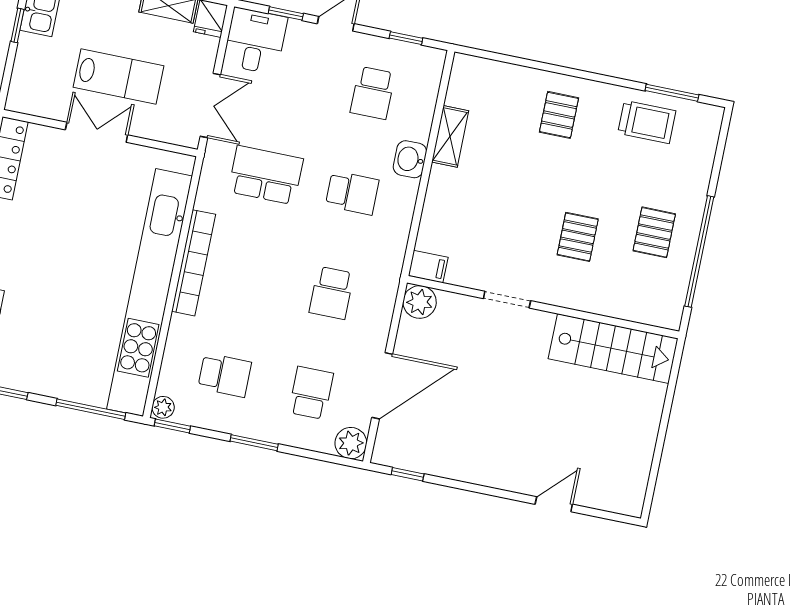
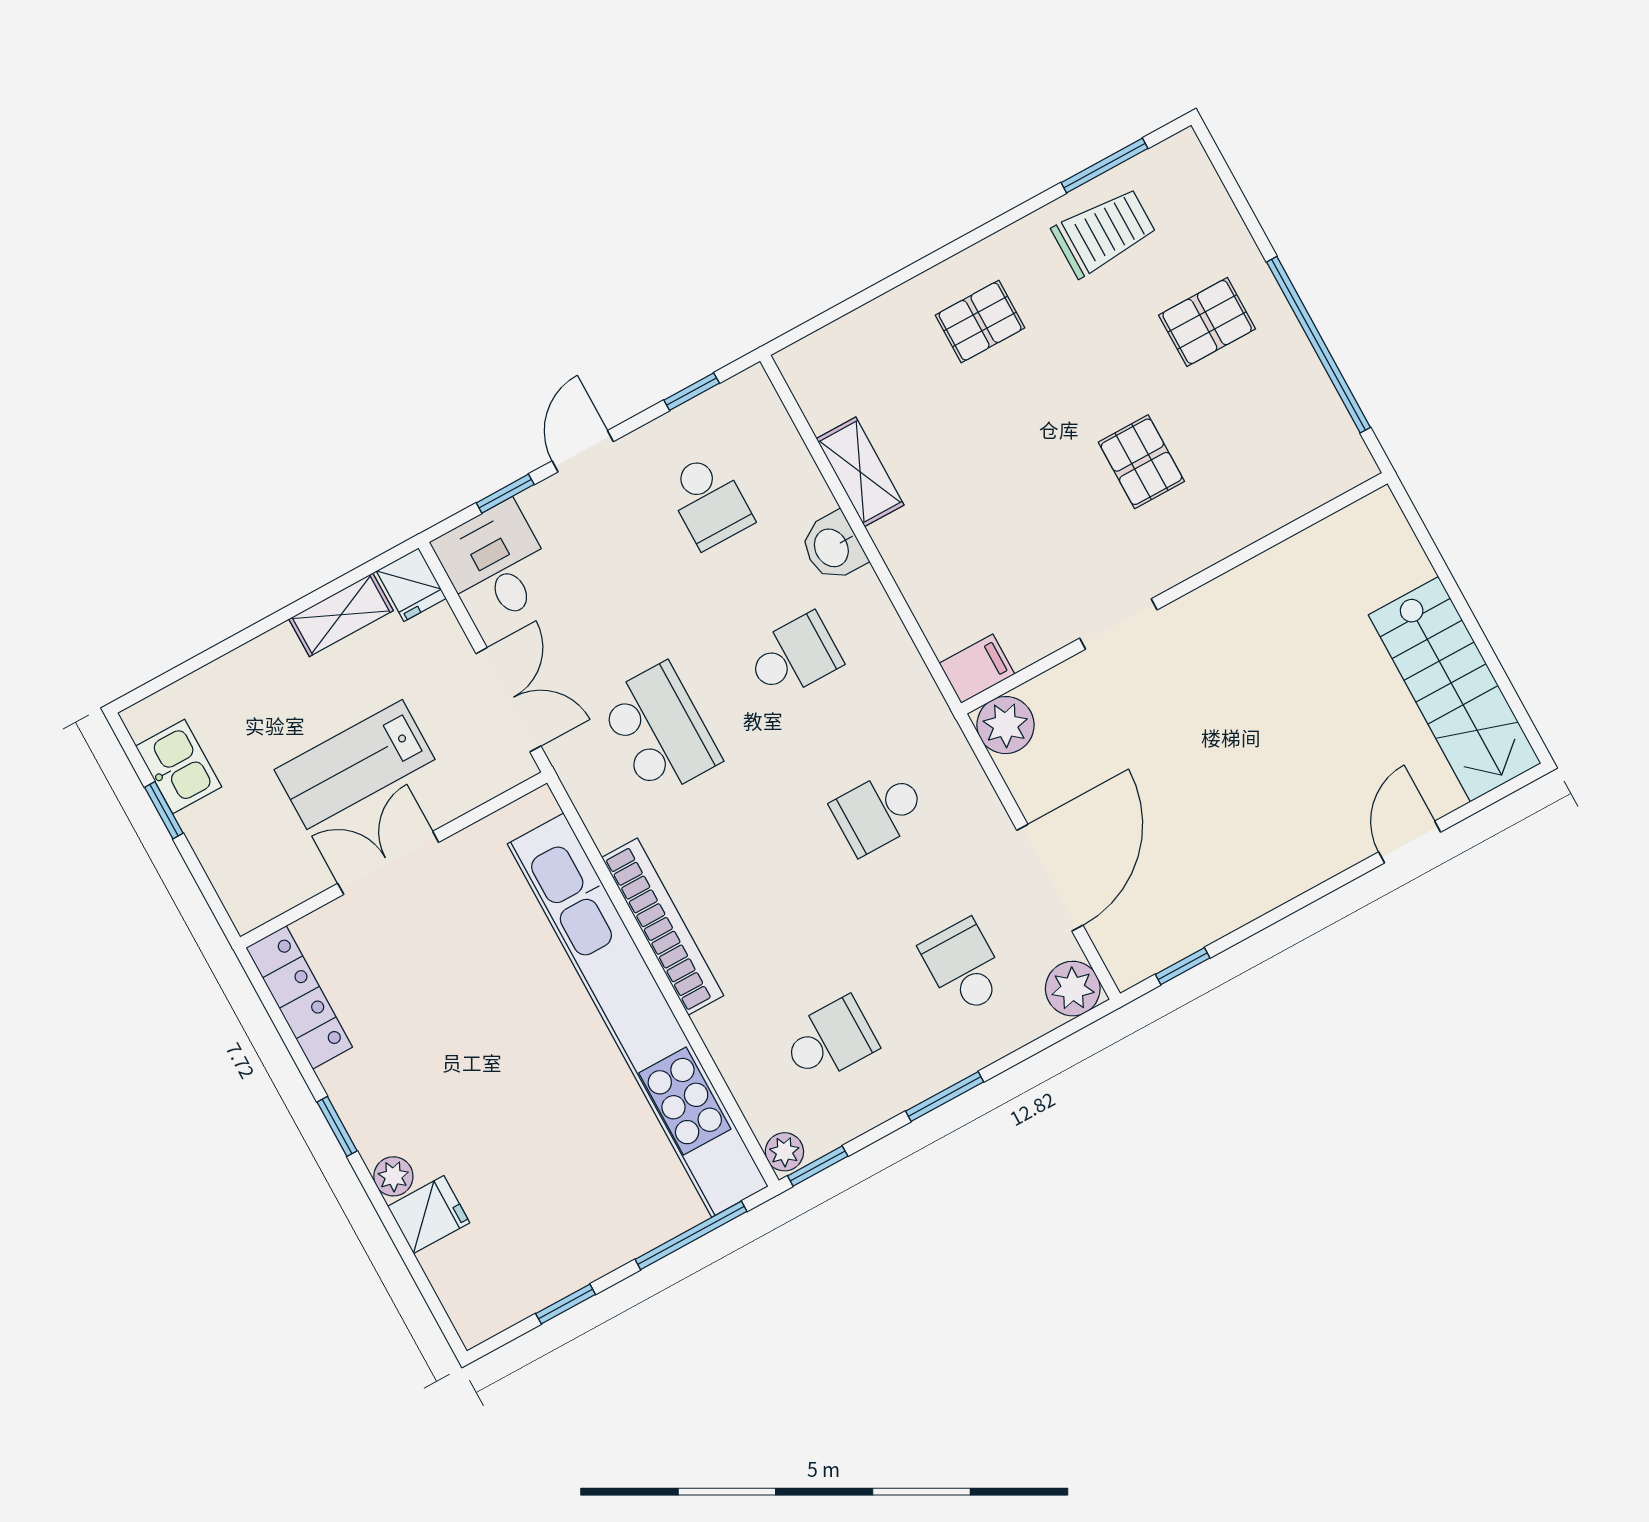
lab bench: (118, 76) -> (355, 765), turned 180
pallet: (559, 115) -> (980, 321), turned 90
school desk: (266, 175) -> (660, 730), turned 90
pallet: (654, 232) -> (1207, 322), moved, turned 90
school desk: (332, 293) -> (879, 812), turned 90
stairs: (613, 349) -> (1455, 689), moved, turned 90

